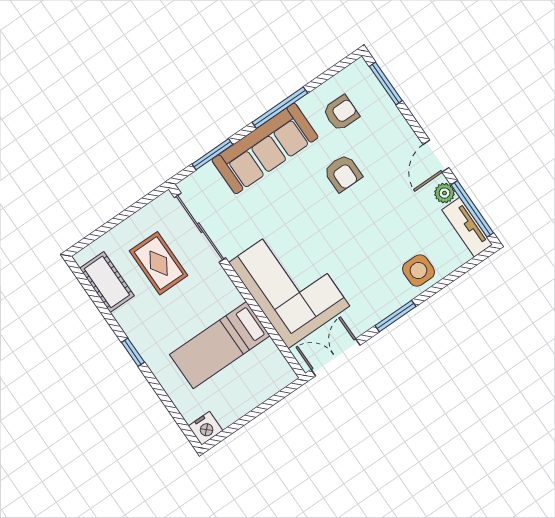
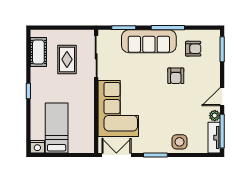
bed: (220, 345) -> (57, 128), moved, turned 90

